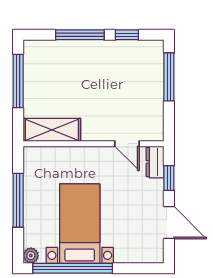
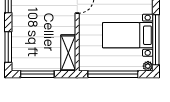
window: (80, 35) -> (8, 47), moved
window: (18, 200) -> (113, 74), width x1.46

